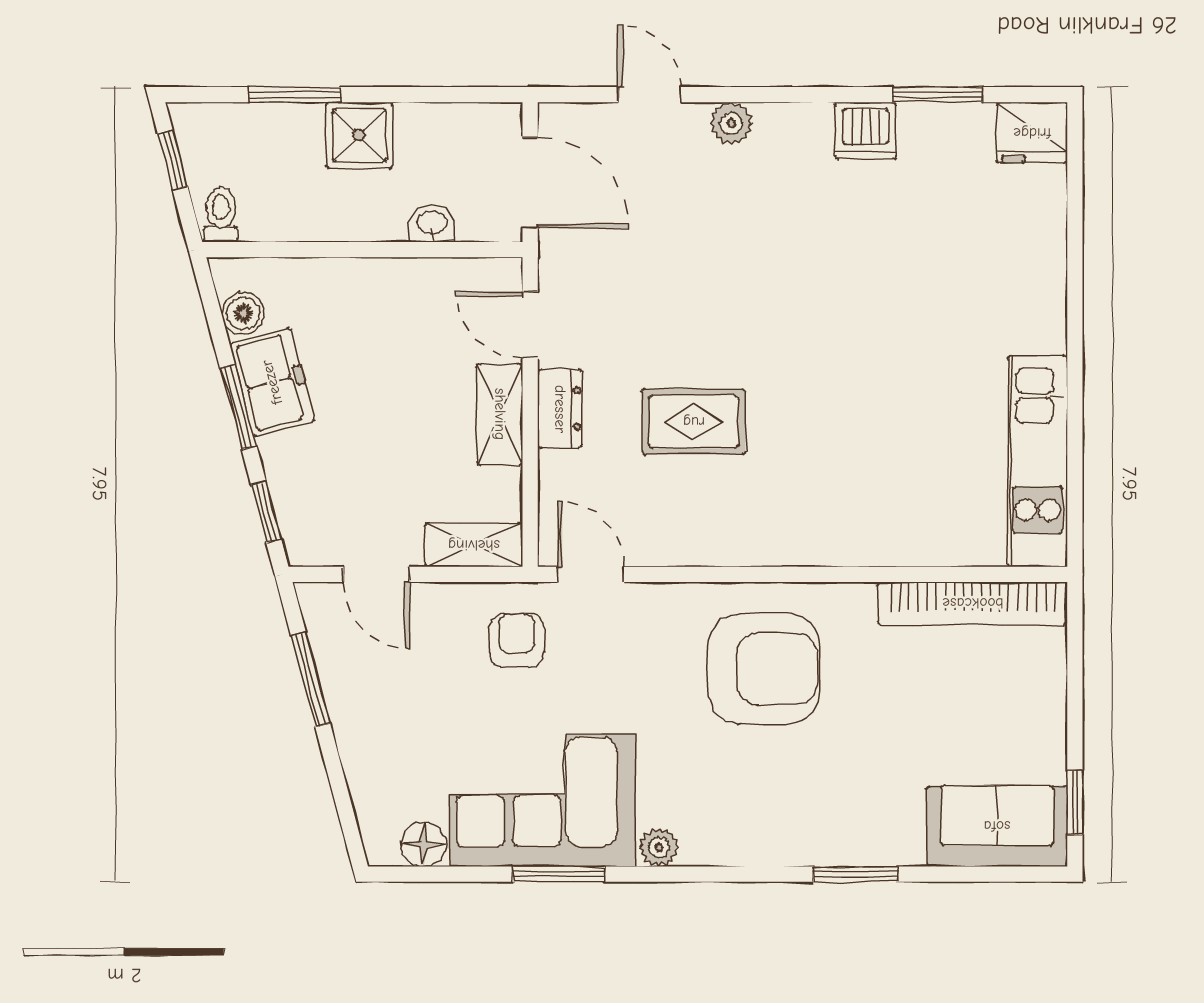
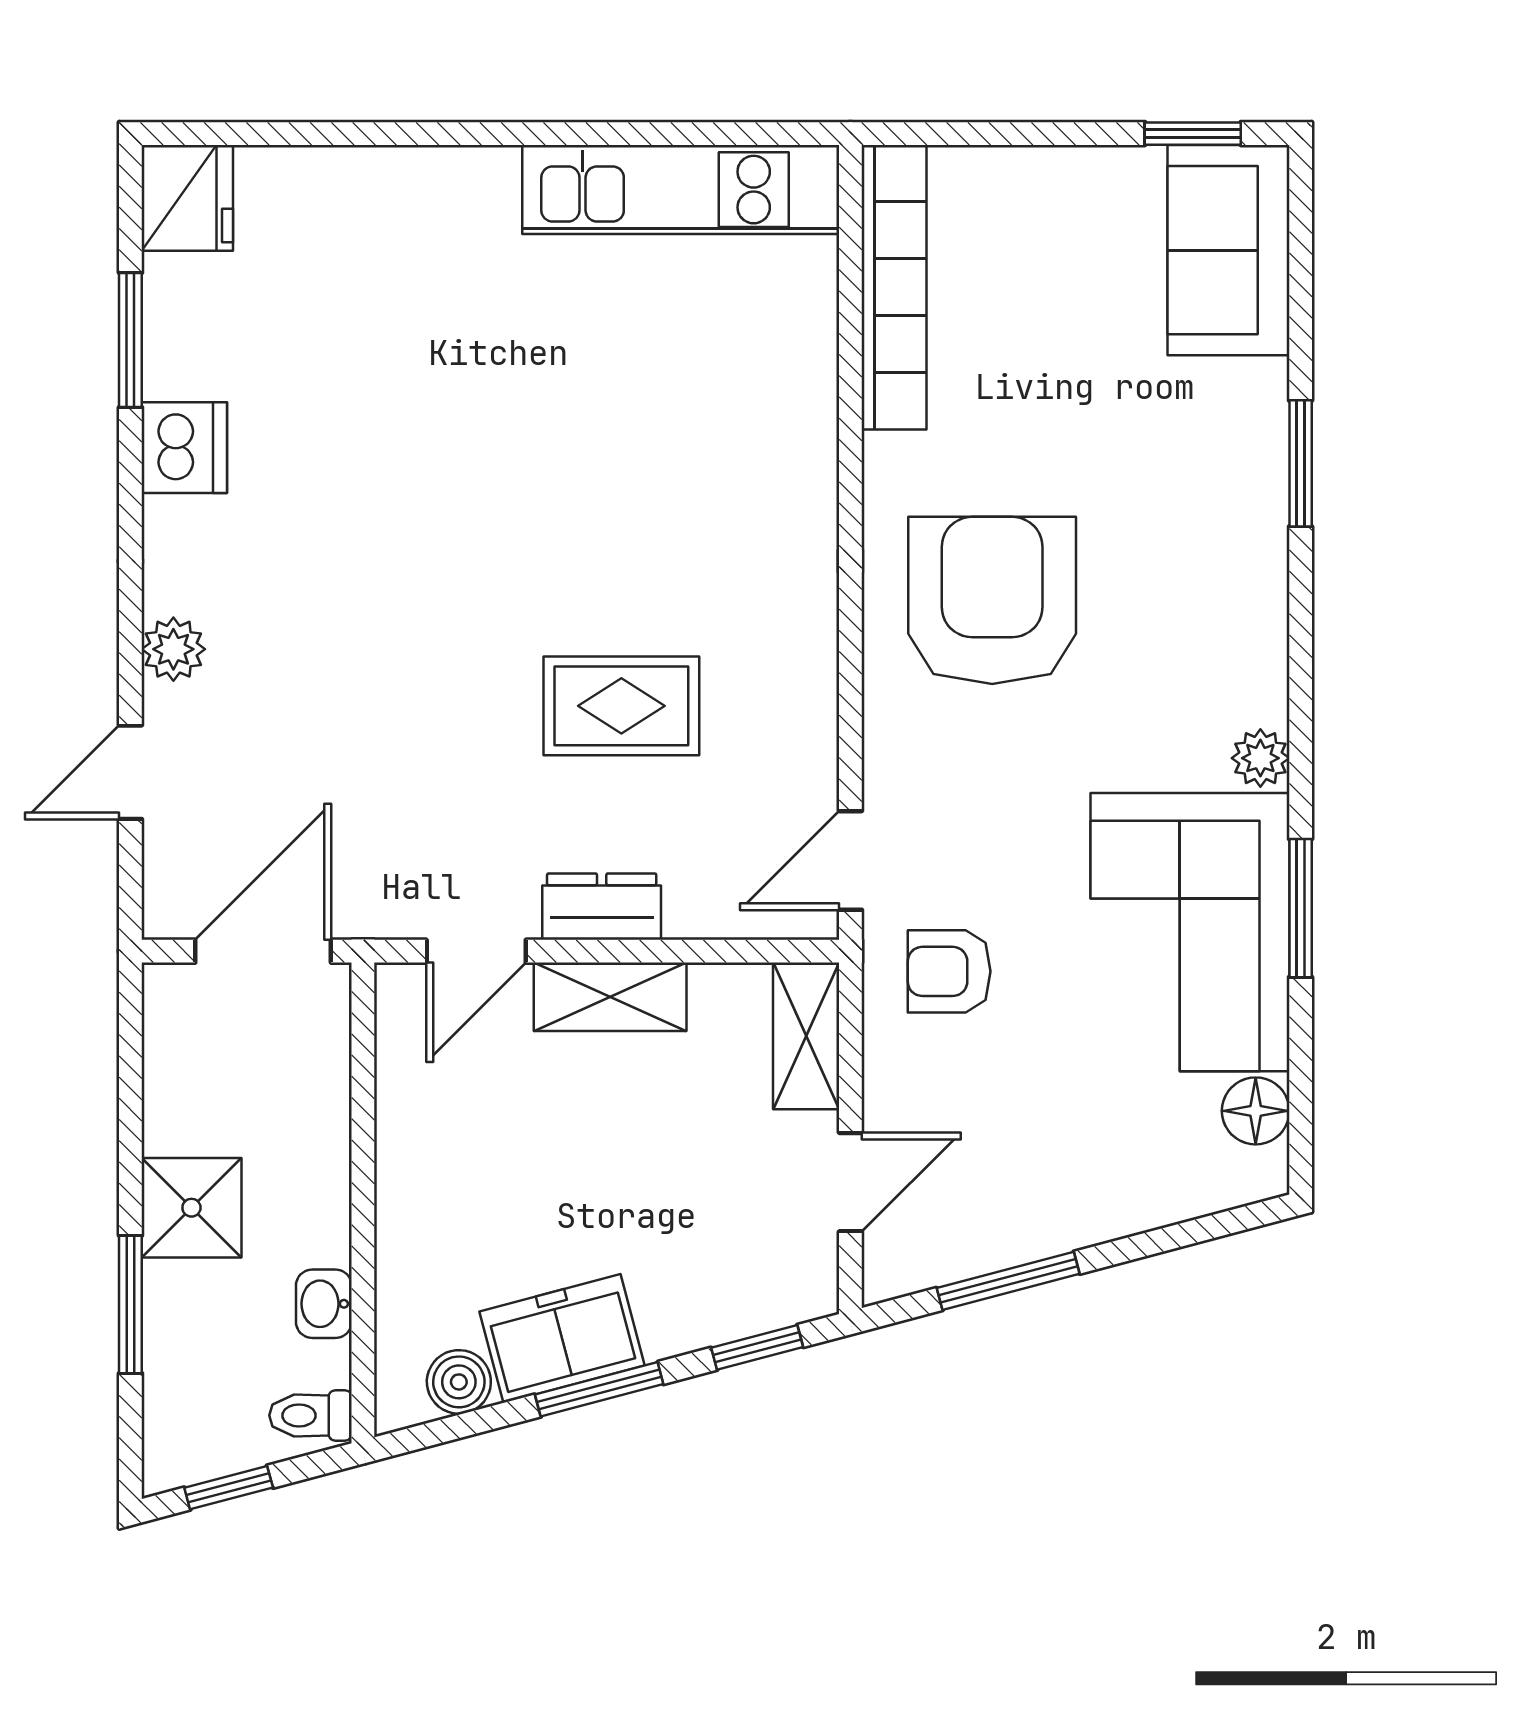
washbasin: (432, 223) -> (324, 1304), moved
rug: (694, 422) -> (621, 706), turned 90

